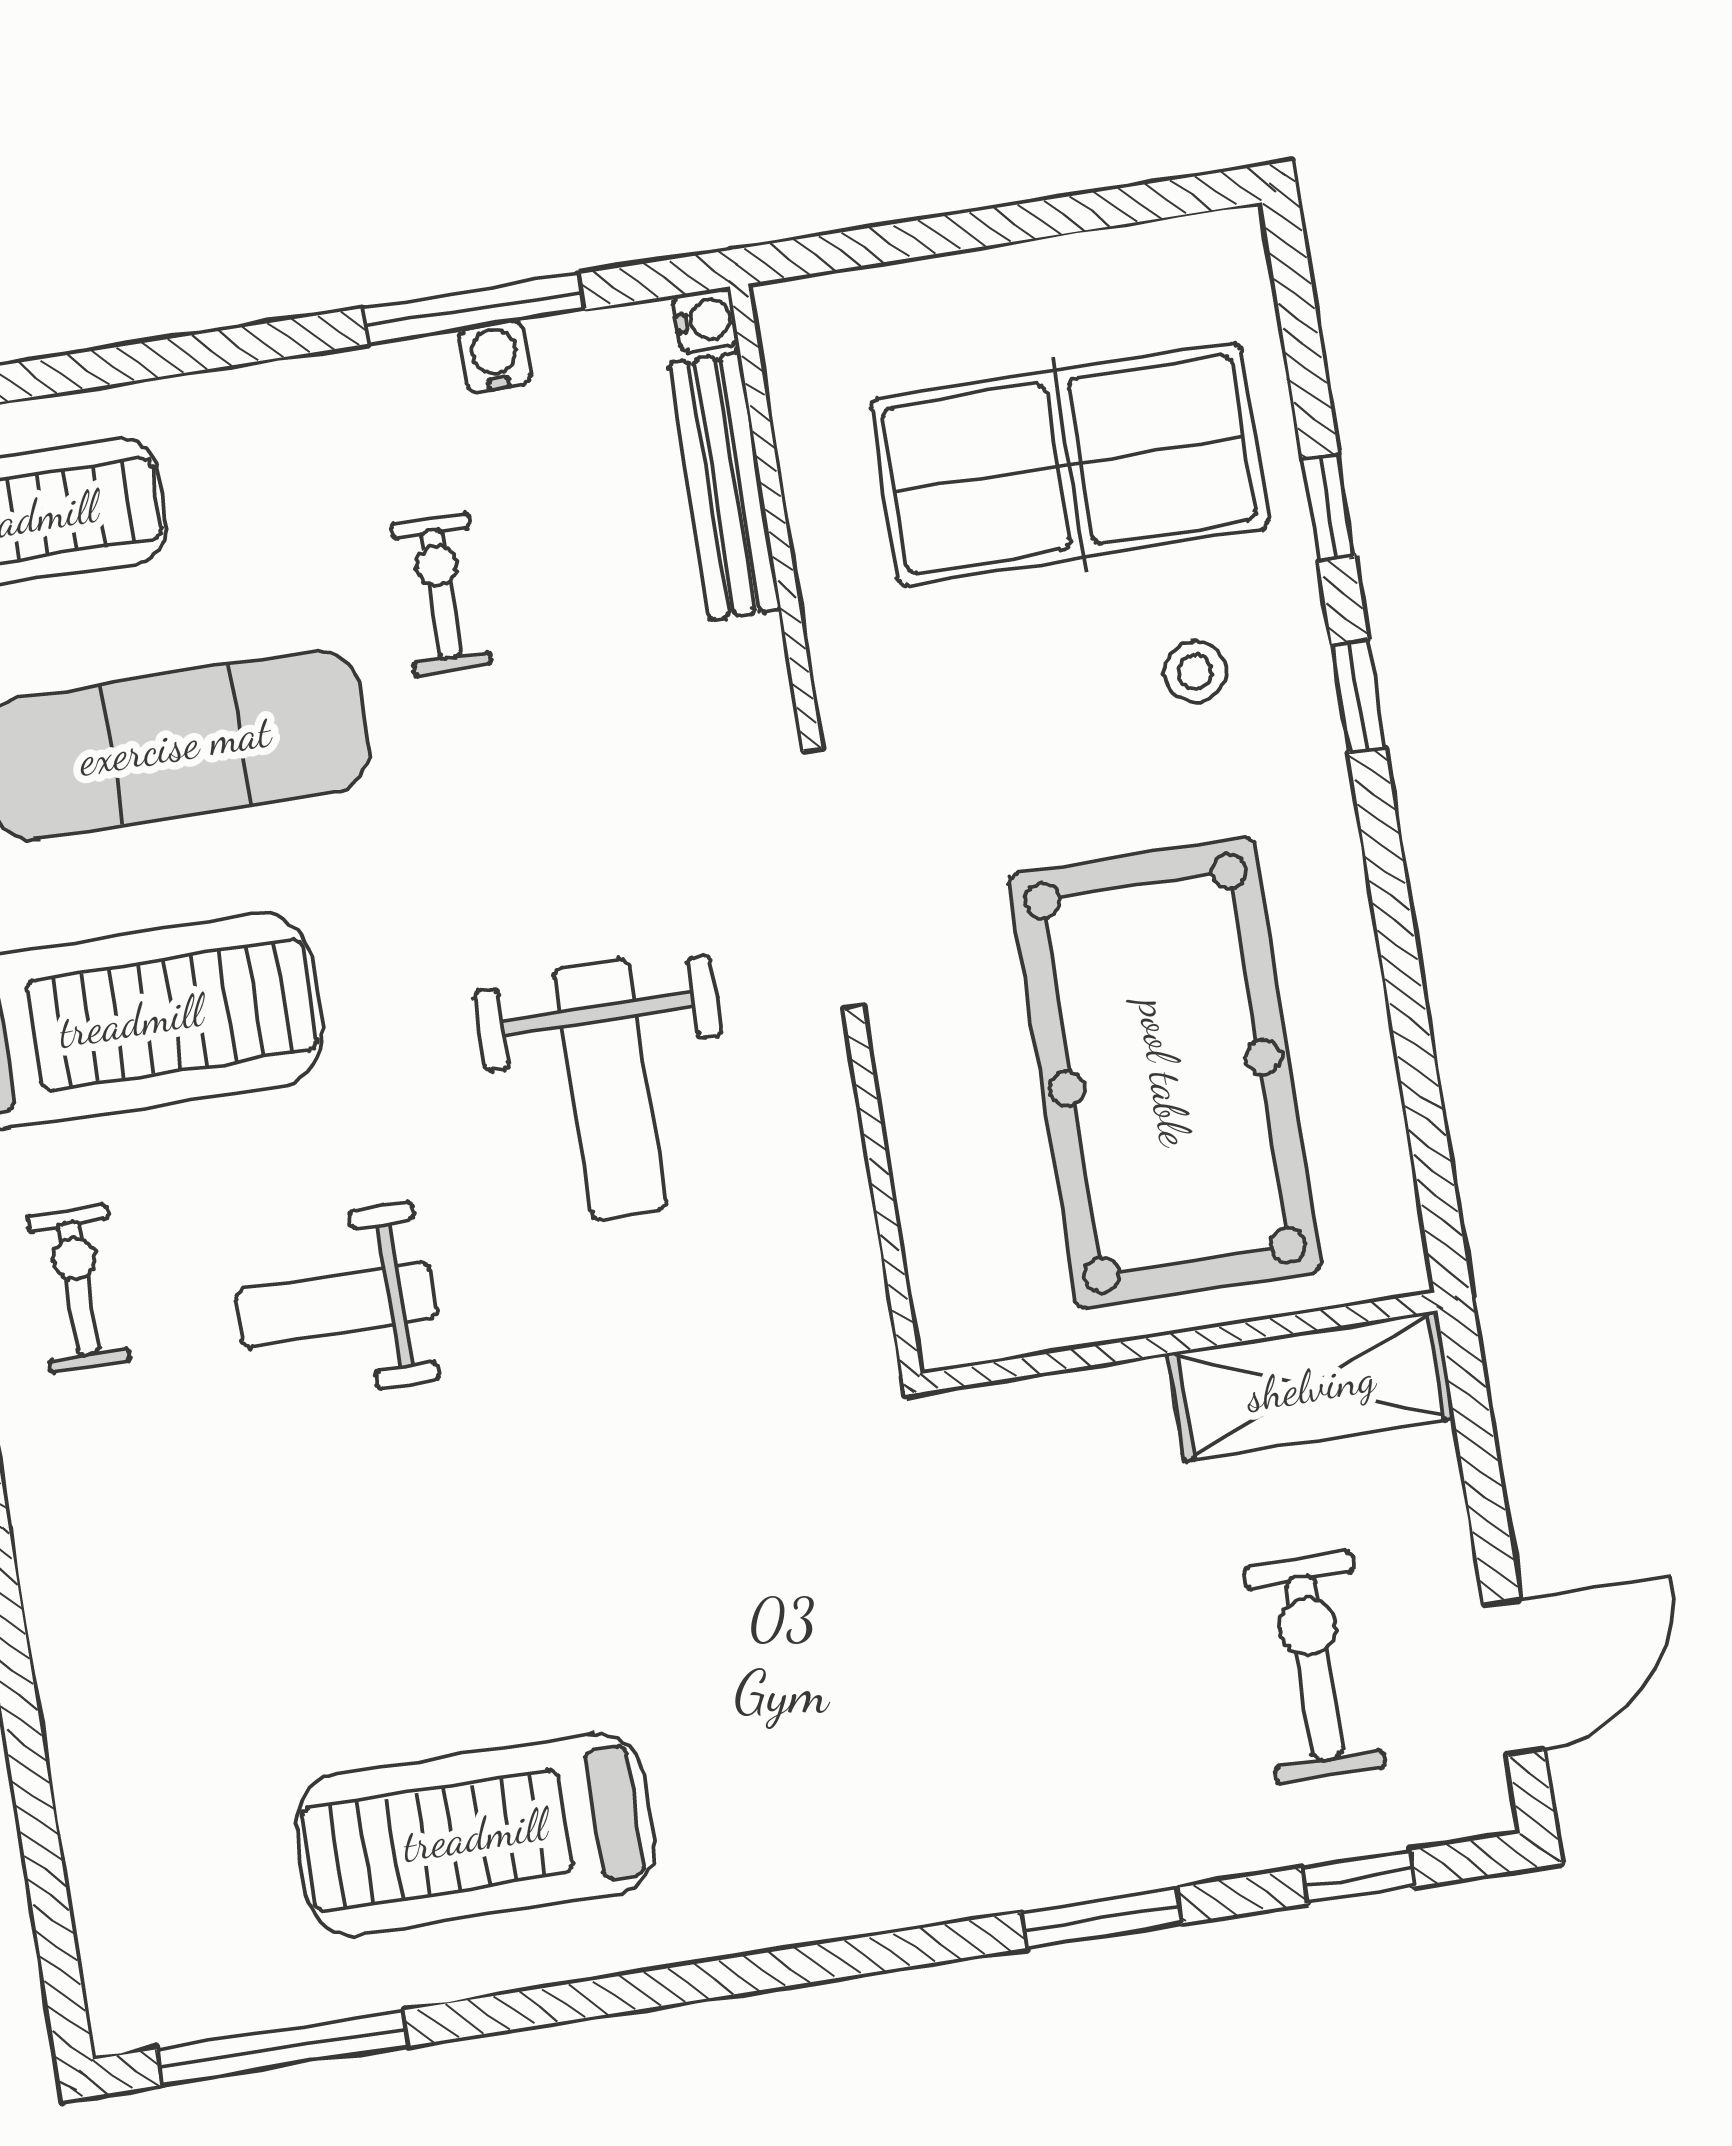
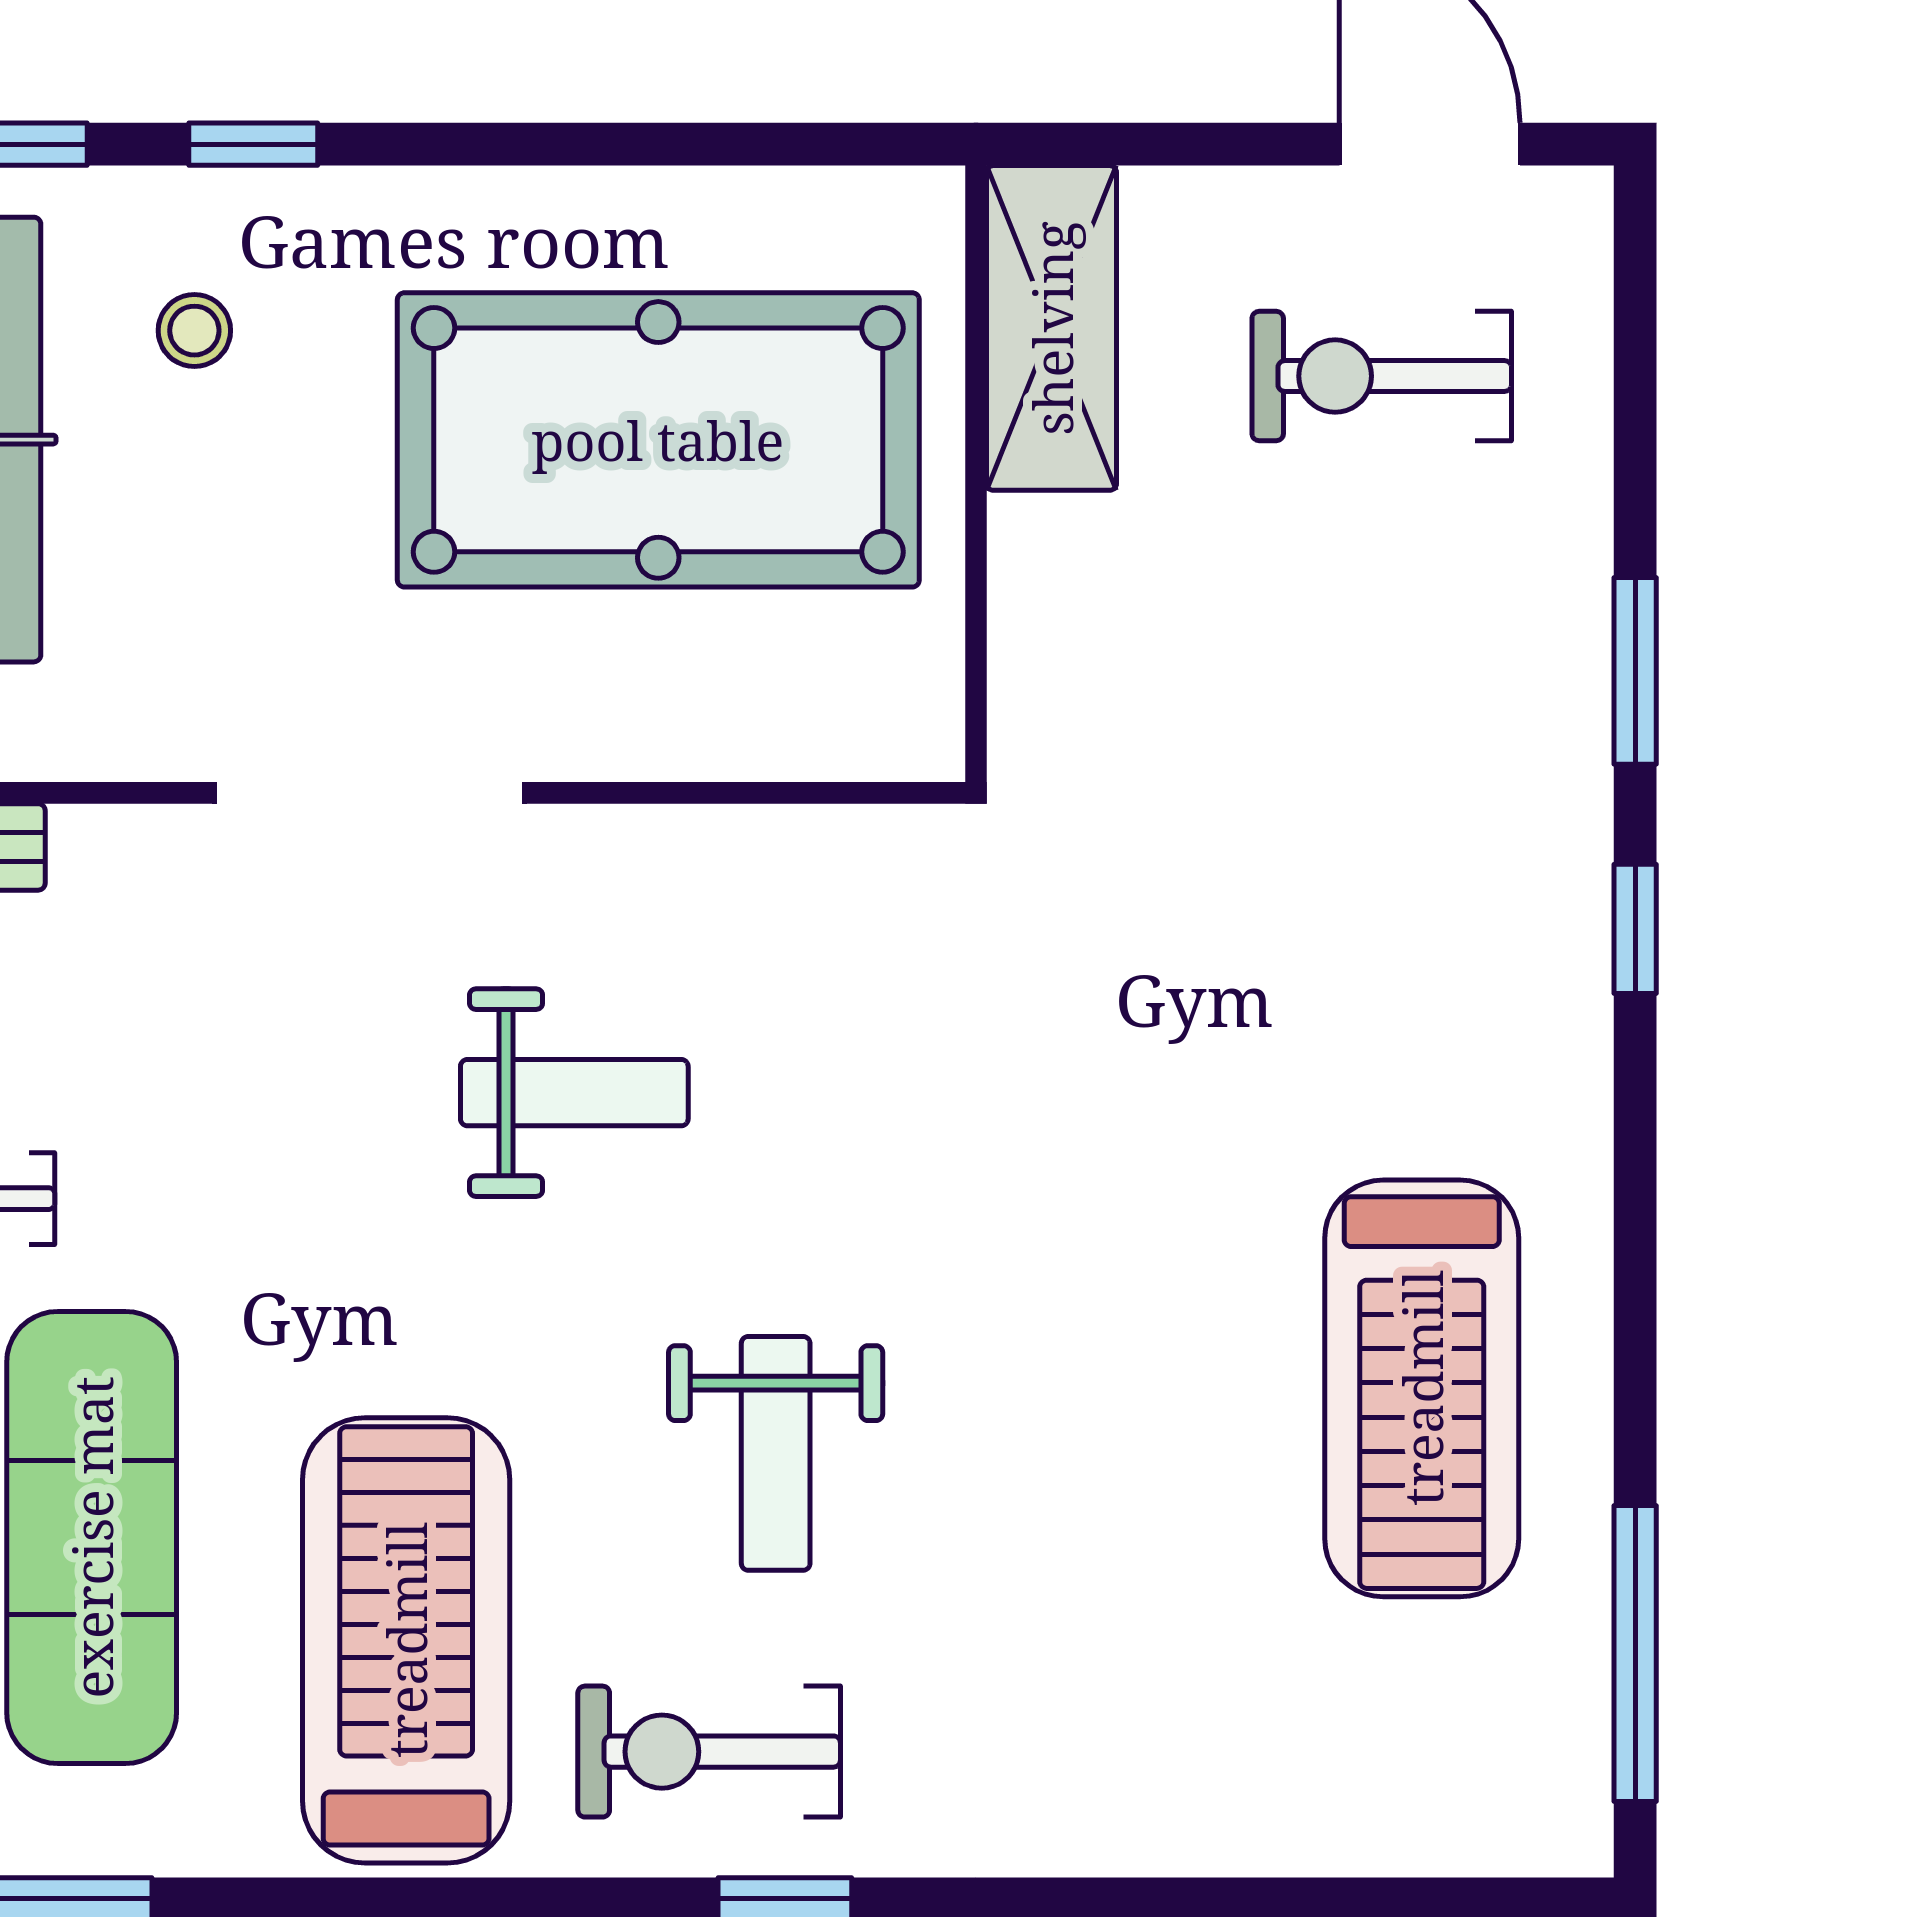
weight bench: (610, 1089) -> (574, 1093), width x0.73, depth x0.75
exercise bike: (79, 1288) -> (709, 1752), width x1.38, depth x1.39
window: (1358, 1877) -> (1635, 929), moved

